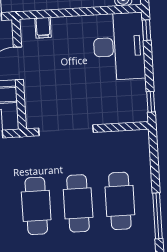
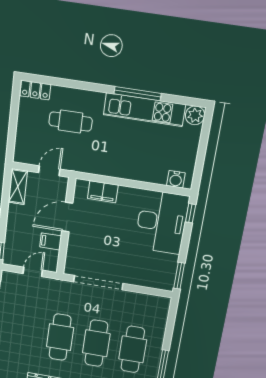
filing cabinet: (43, 28) -> (103, 192), width x2.00
window: (151, 102) -> (179, 276), width x1.50

